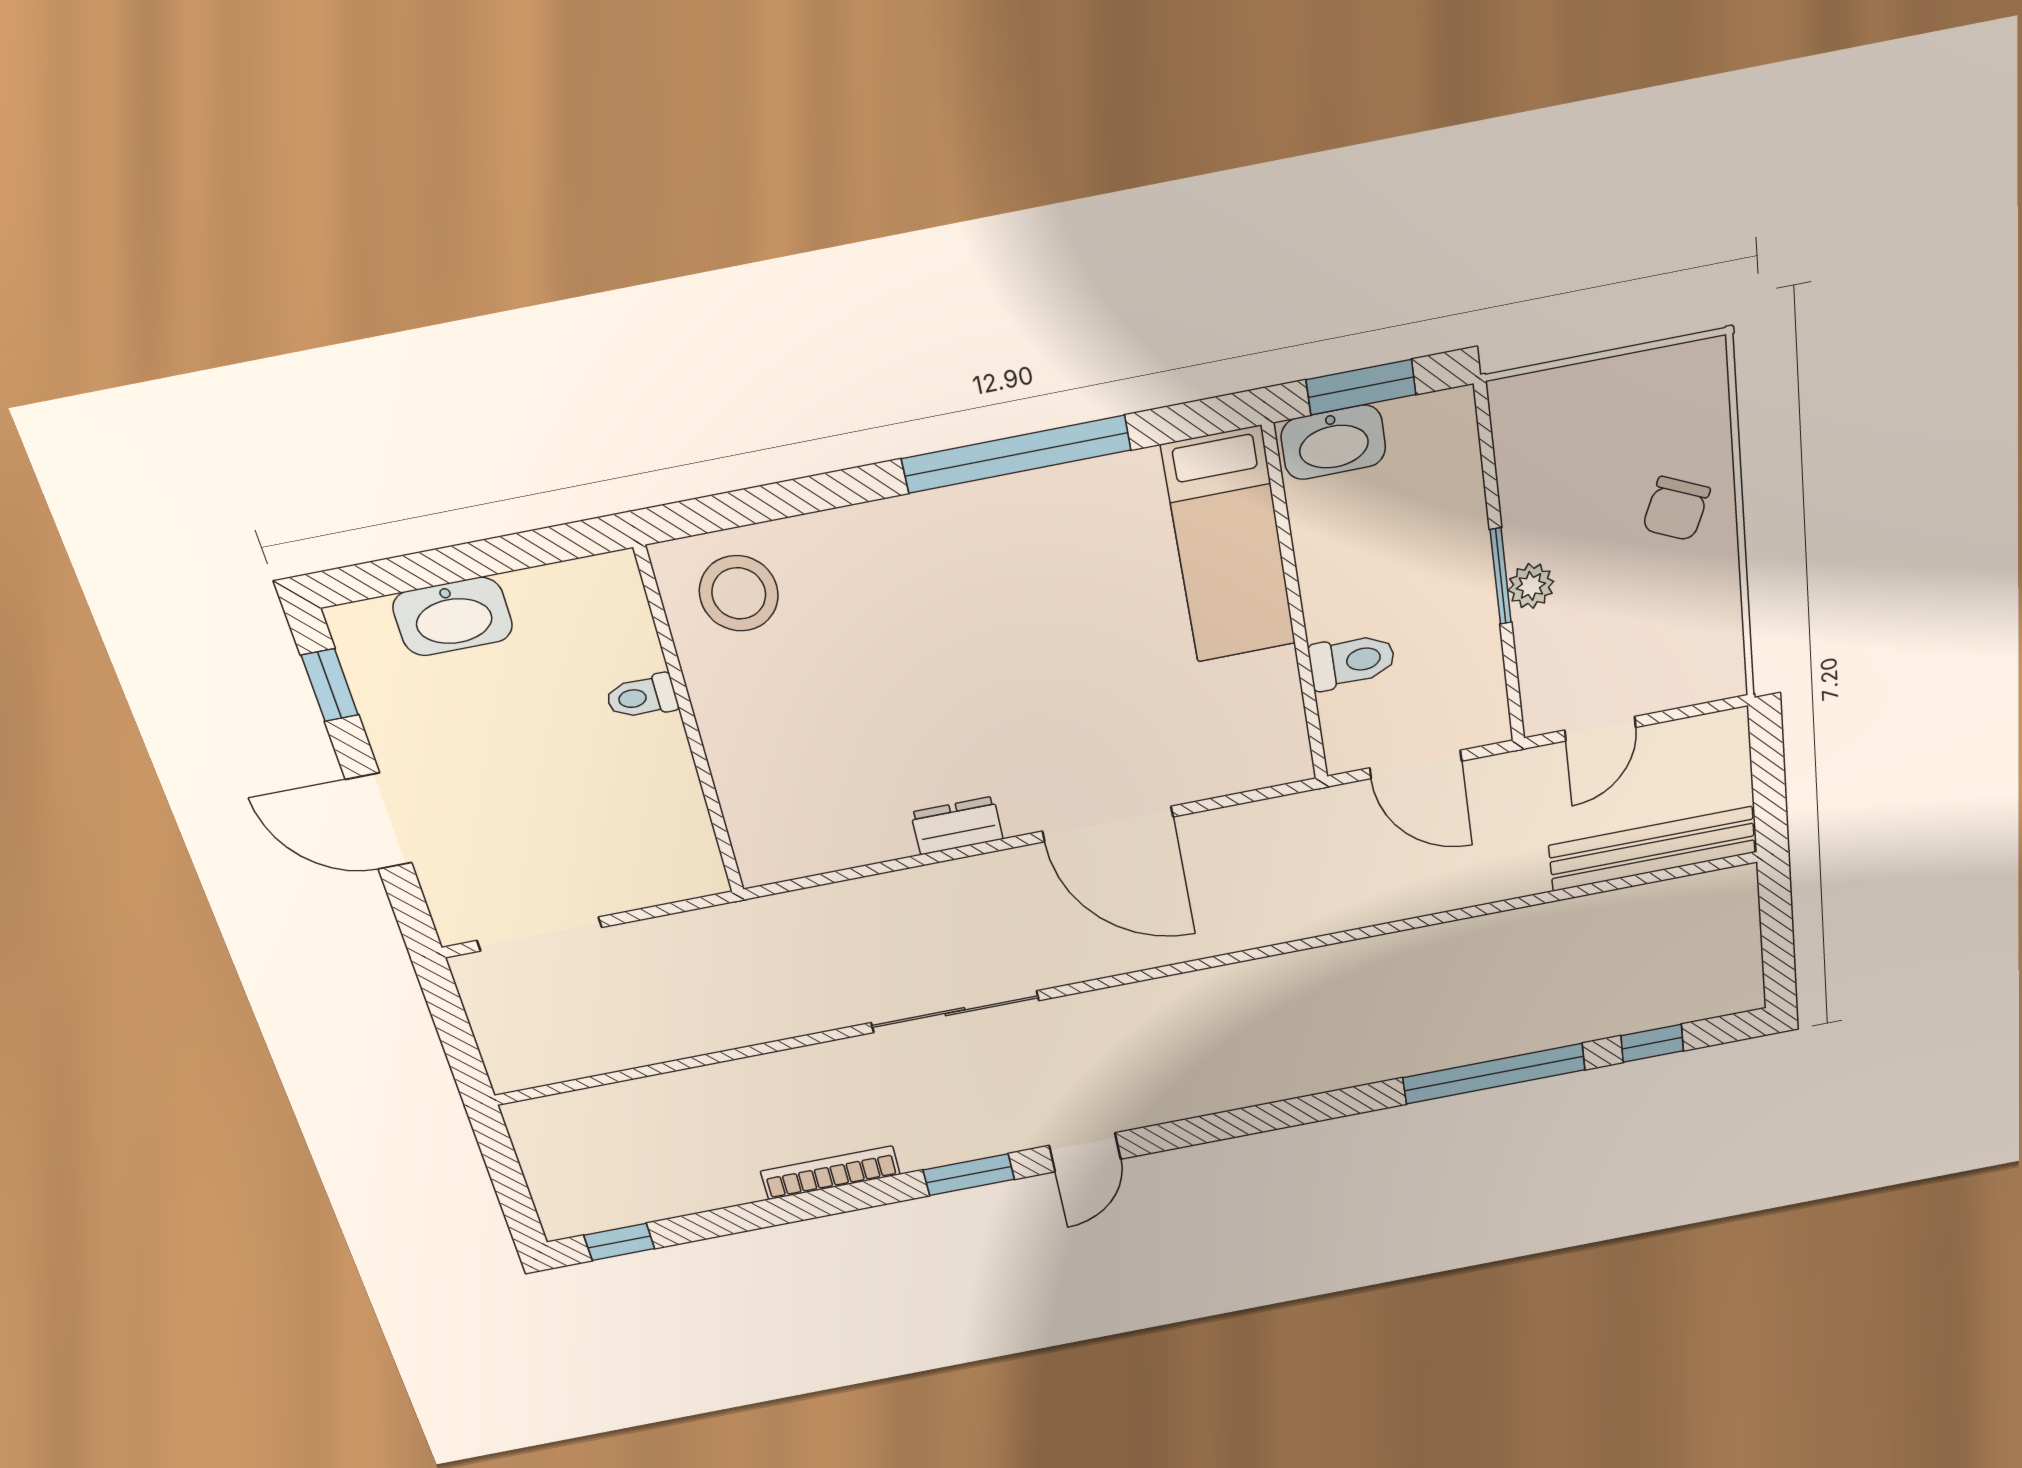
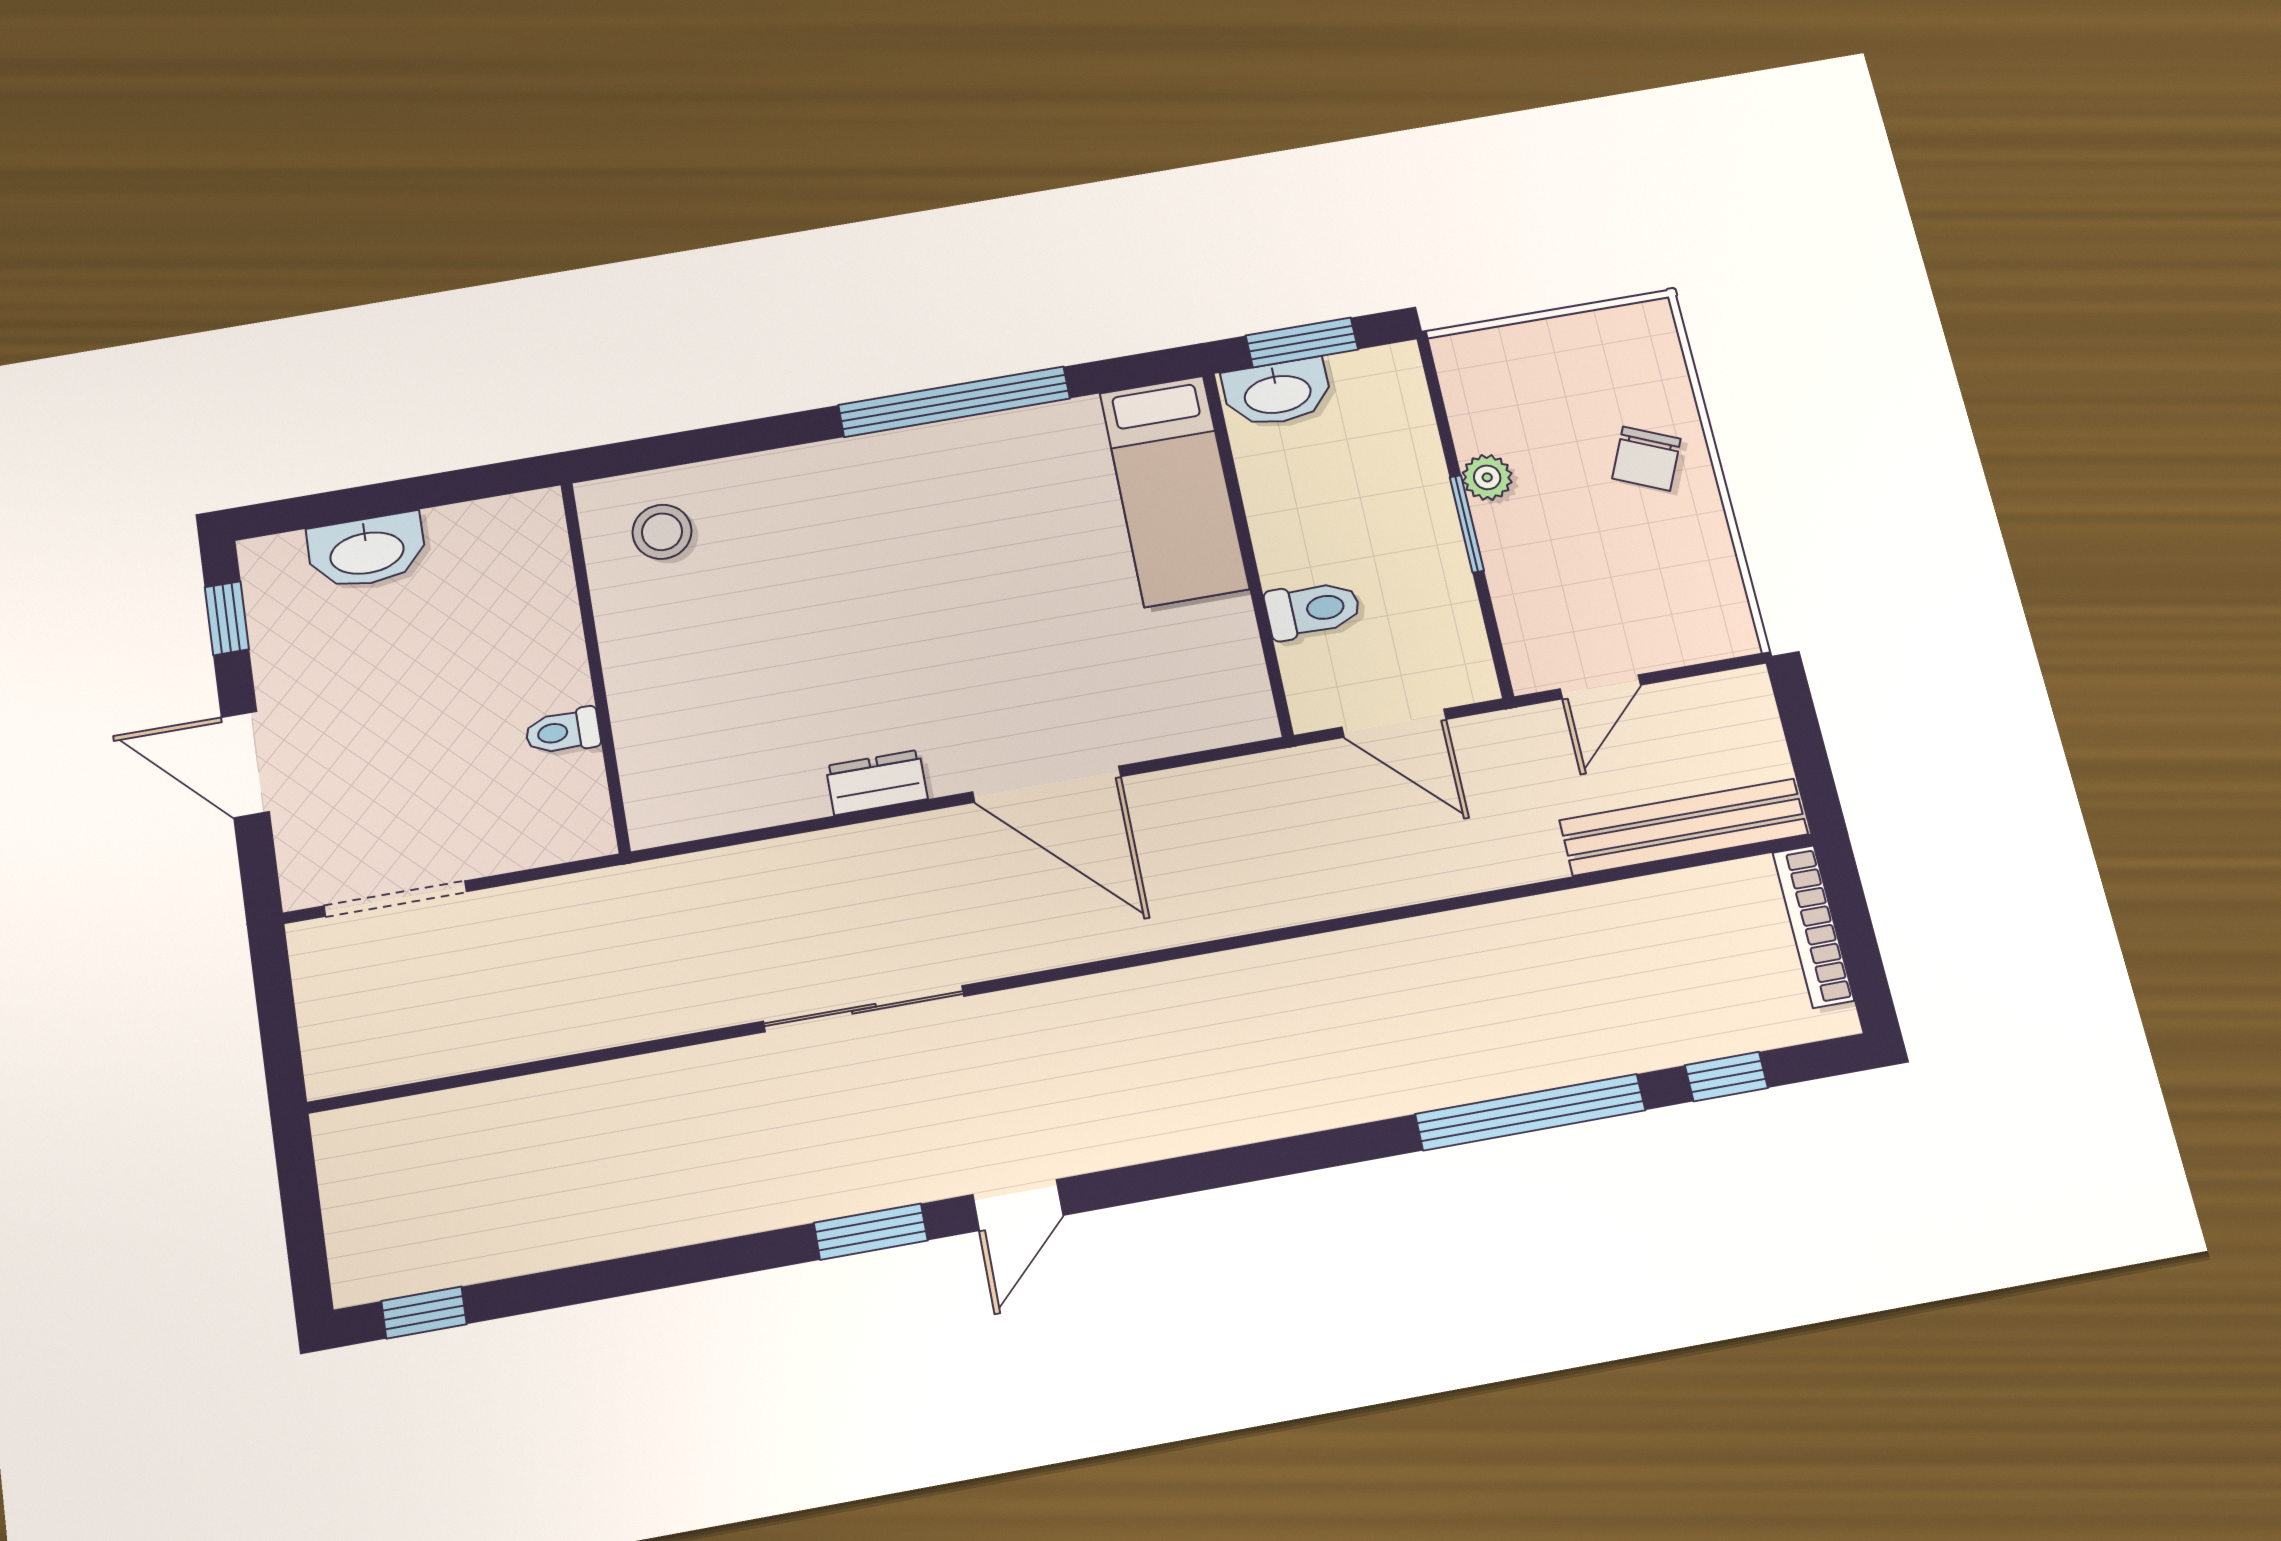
plant: (1531, 586) -> (1487, 477), moved
stool: (739, 593) -> (662, 532), width x0.73, depth x0.73
toilet: (642, 697) -> (563, 732), moved
bookcase: (830, 1173) -> (1813, 926), moved, turned -90

